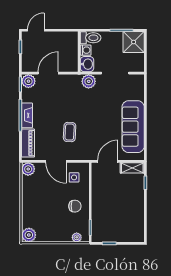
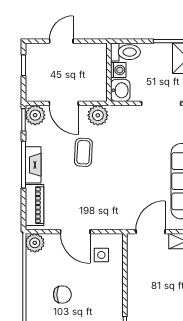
door: (36, 30) -> (61, 41), moved
door: (48, 73) -> (64, 103), swing flipped
plant: (89, 81) -> (98, 115), moved
coffee table: (70, 132) -> (83, 152), moved
chair: (75, 206) -> (62, 295), moved

